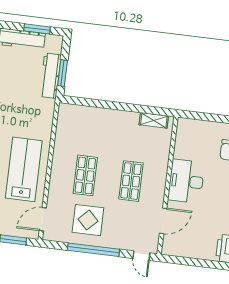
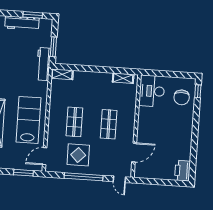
workbench: (50, 76) -> (44, 64), moved
shelving: (72, 111) -> (62, 74), added
desk: (186, 181) -> (152, 91), moved

